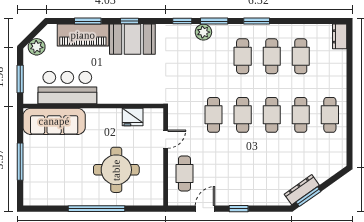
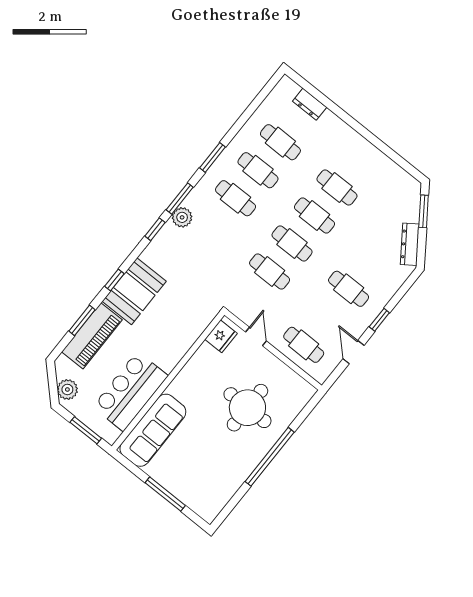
dresser: (340, 36) -> (310, 104), moved
cafe table: (330, 115) -> (349, 289), moved
fridge: (133, 117) -> (221, 336), moved
window: (308, 197) -> (424, 211), moved

